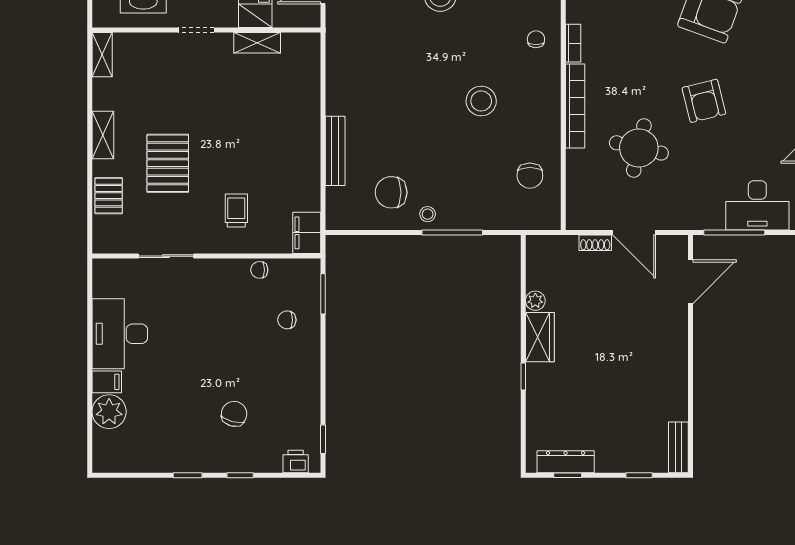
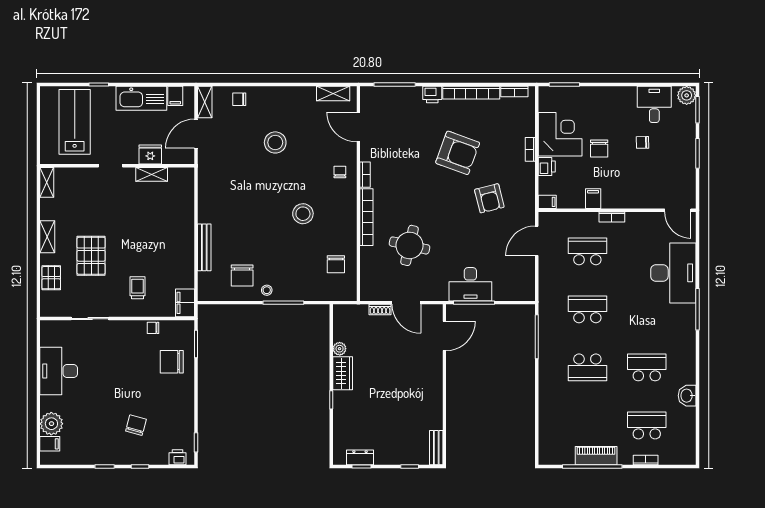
armchair: (704, 101) -> (489, 198), moved
chair: (391, 192) -> (242, 275), turned -90
desk: (757, 205) -> (470, 284), moved
chair: (287, 320) -> (172, 362), width x1.87, depth x1.87
filing cabinet: (107, 382) -> (50, 444), moved
dresser: (566, 462) -> (360, 457), width x0.70

